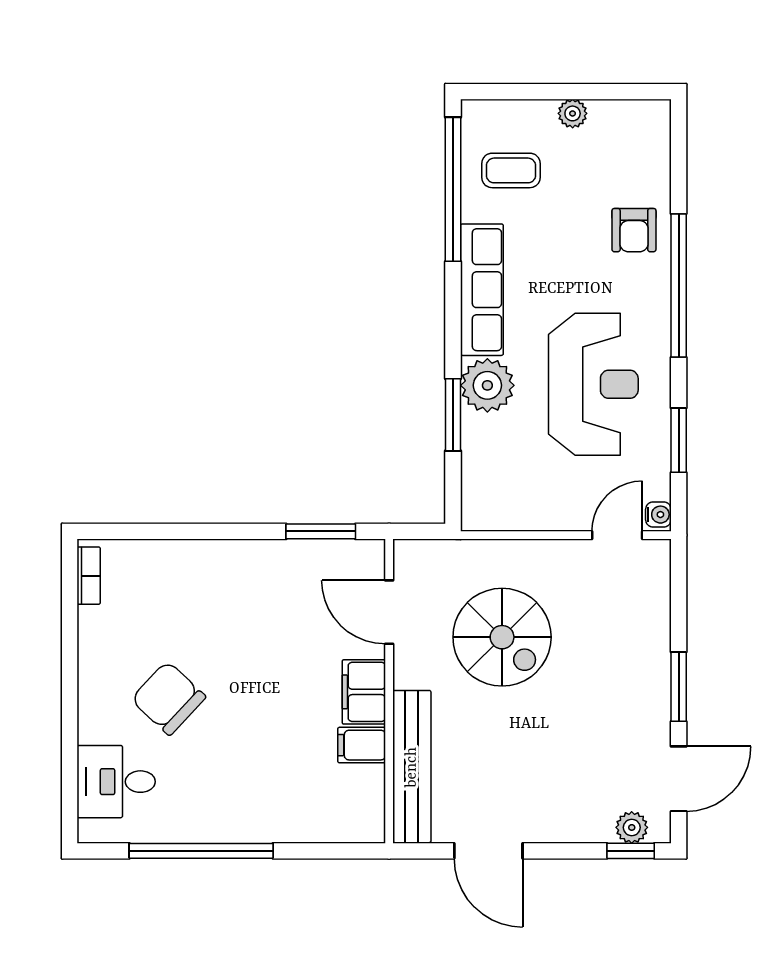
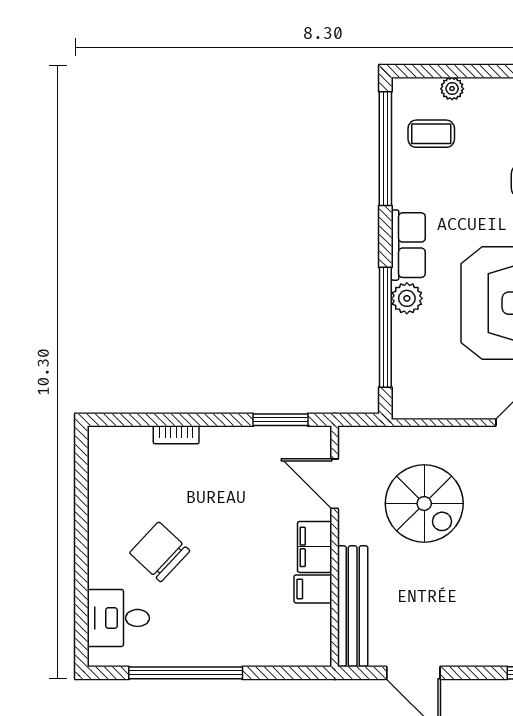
plant: (573, 113) -> (452, 89), moved
row of seats: (482, 290) -> (408, 245), width x0.68
plant: (487, 385) -> (407, 298), width x0.73, depth x0.73
window: (453, 415) -> (385, 327), width x2.11
bookcase: (89, 576) -> (176, 435), moved, turned 90

